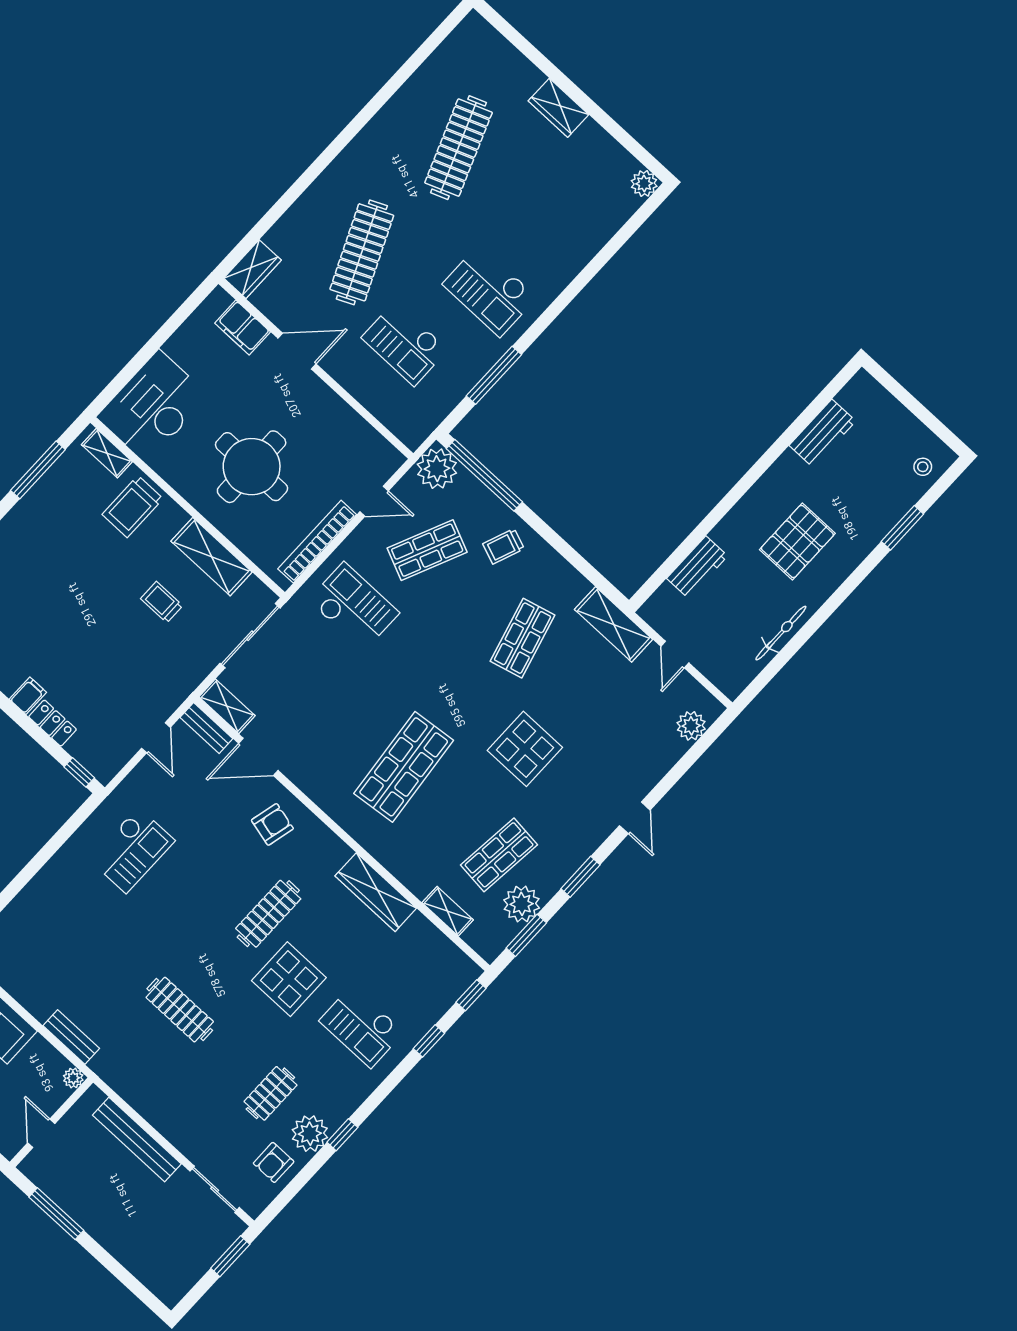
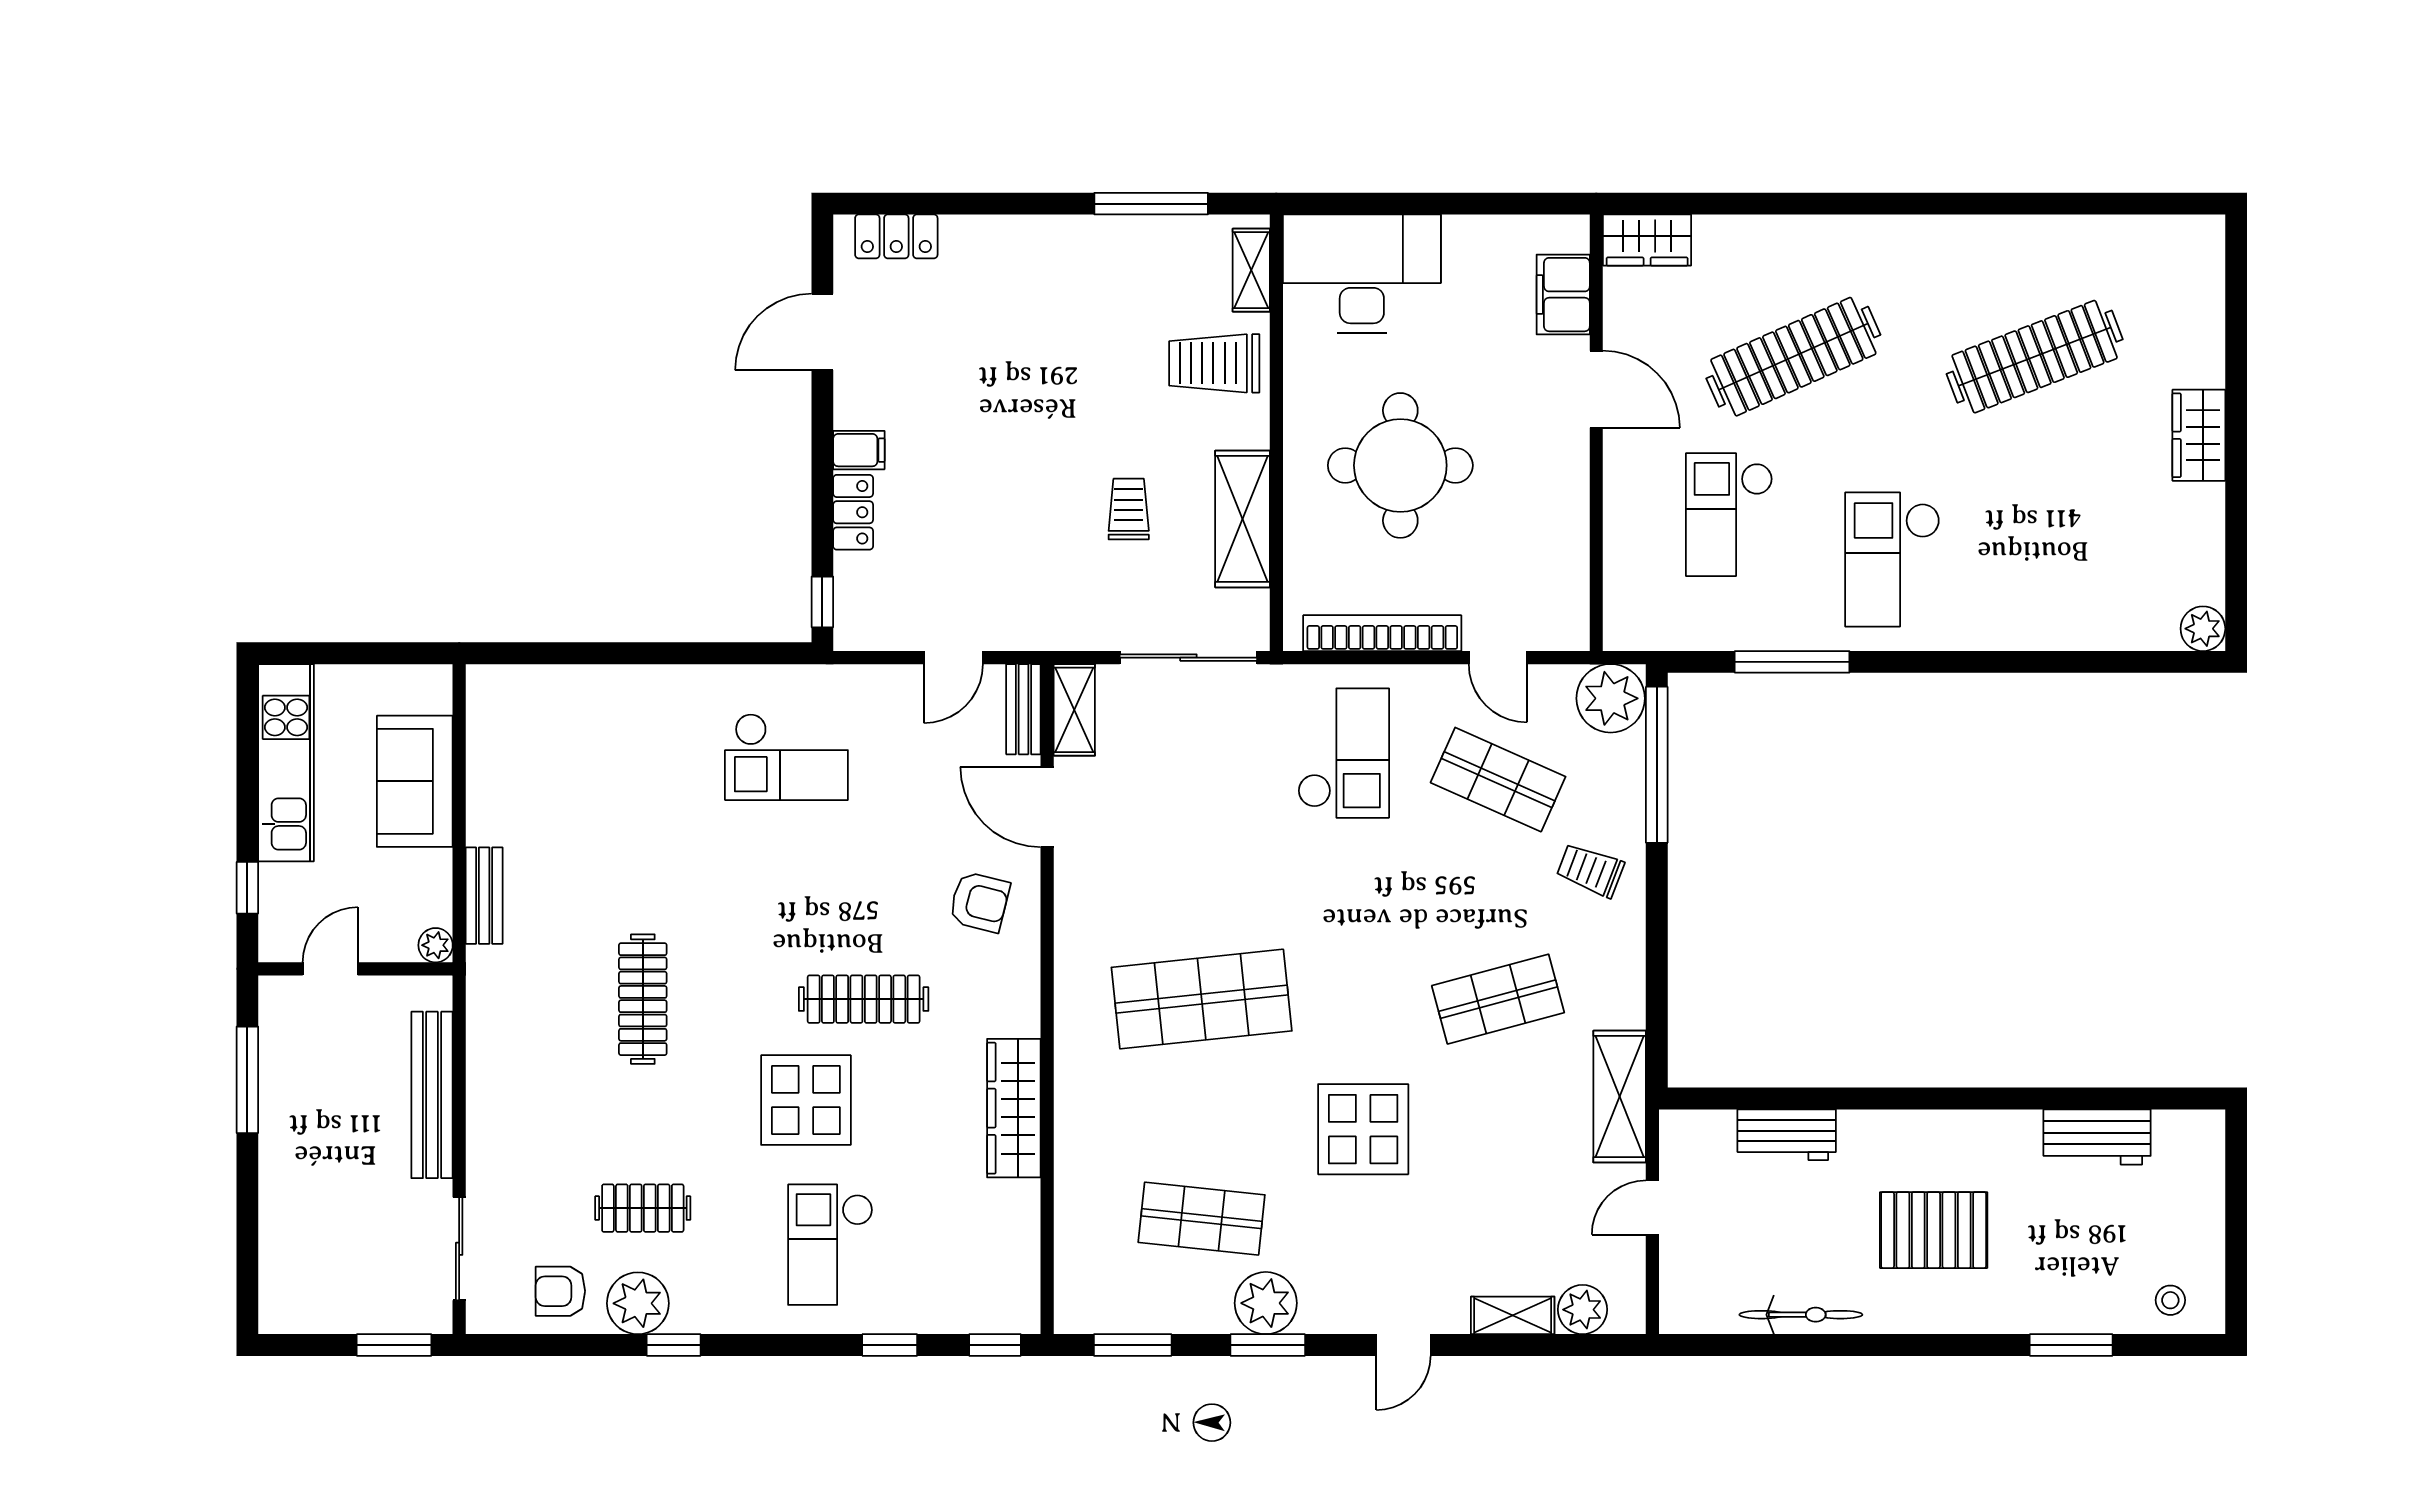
plant: (522, 904) -> (1266, 1303), moved
shelving: (448, 911) -> (1513, 1315), moved, turned 90

